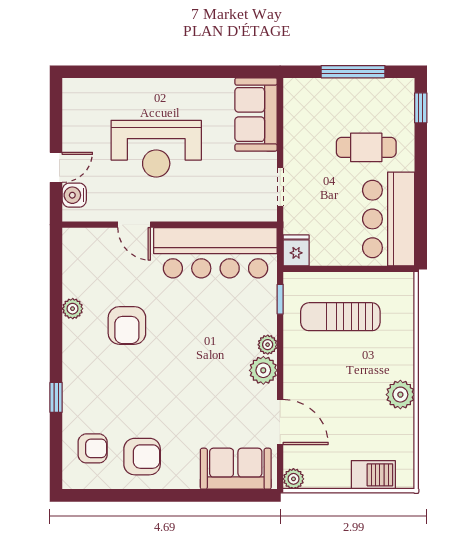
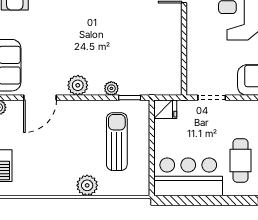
bar counter: (215, 253) -> (164, 50), removed
plant: (268, 345) -> (111, 88), moved
plant: (400, 395) -> (87, 185), moved

